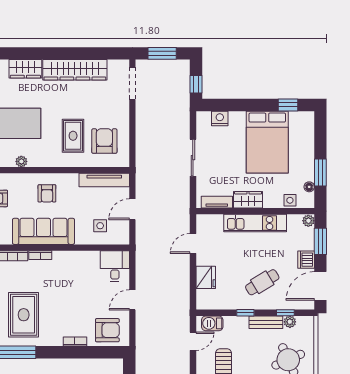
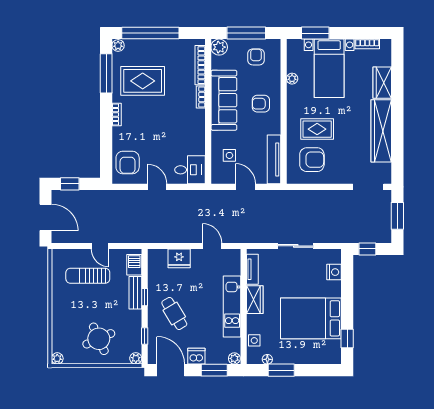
bench: (266, 322) -> (135, 293), moved
plant: (290, 322) -> (136, 358), moved
bookcase: (75, 341) -> (117, 114), moved
door: (193, 341) -> (100, 246), moved

